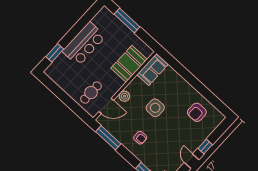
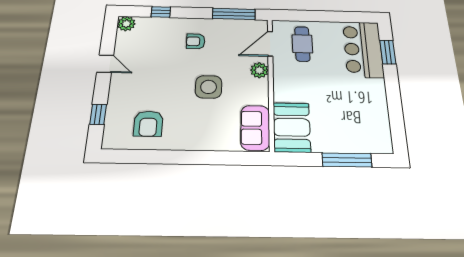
bar counter: (84, 44) -> (363, 49), moved
booth: (129, 64) -> (292, 127), moved
armchair: (197, 112) -> (148, 124), turned 180
window: (205, 146) -> (98, 114), moved

